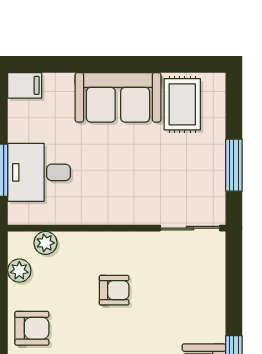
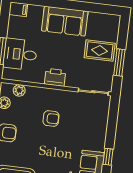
rug: (182, 104) -> (100, 50), moved, turned 90
printer: (112, 209) -> (55, 77), added

